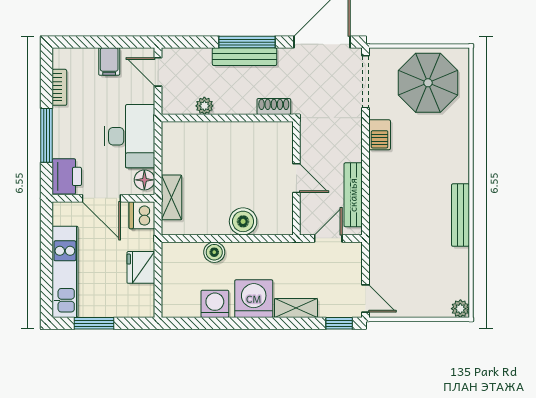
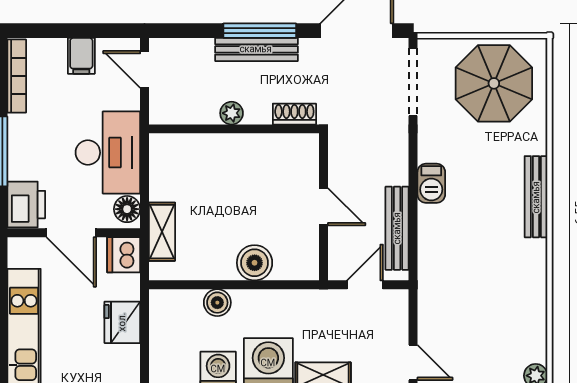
bookcase: (59, 87) -> (17, 76), width x1.56
plant: (204, 106) -> (232, 113), moved
barbecue: (380, 135) -> (431, 183), moved
bench: (461, 215) -> (536, 197), moved

